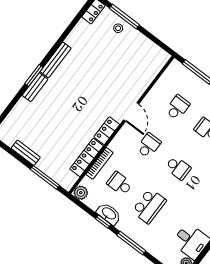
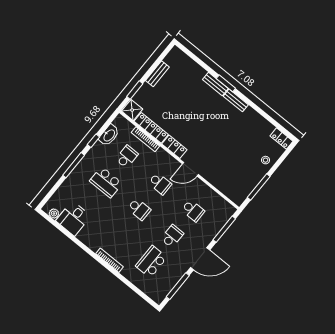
window: (124, 17) -> (259, 187), moved
bench: (56, 60) -> (236, 100), width x0.73
school desk: (178, 168) -> (139, 209), turned -90
window: (45, 177) -> (135, 90), width x0.69
shower: (67, 179) -> (132, 110), added
plant: (81, 193) -> (120, 122), removed
washbasin: (109, 214) -> (109, 135), moved

